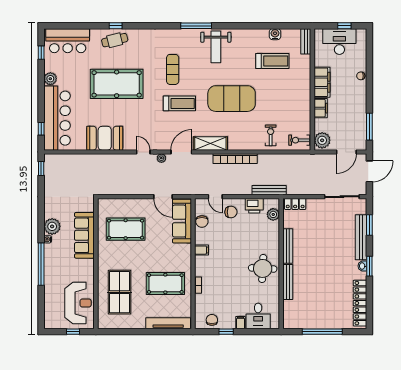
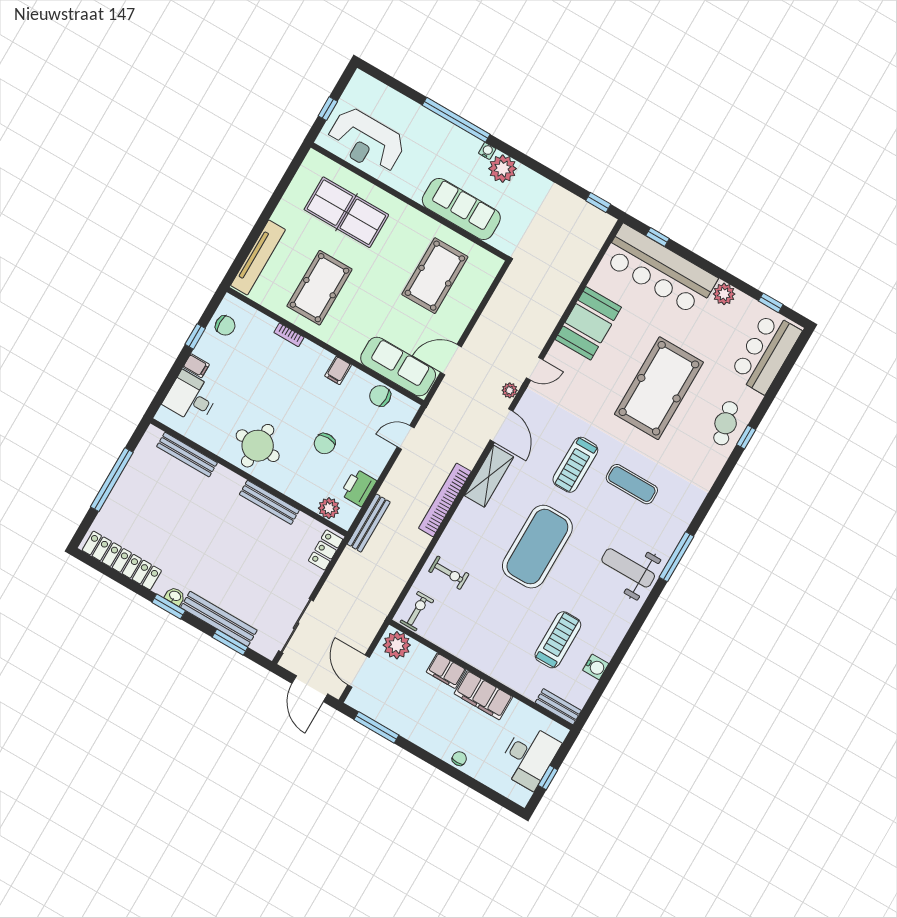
treadmill: (272, 61) -> (558, 640), turned 180
chair: (231, 212) -> (325, 444), moved
bench: (288, 282) -> (187, 455), moved

